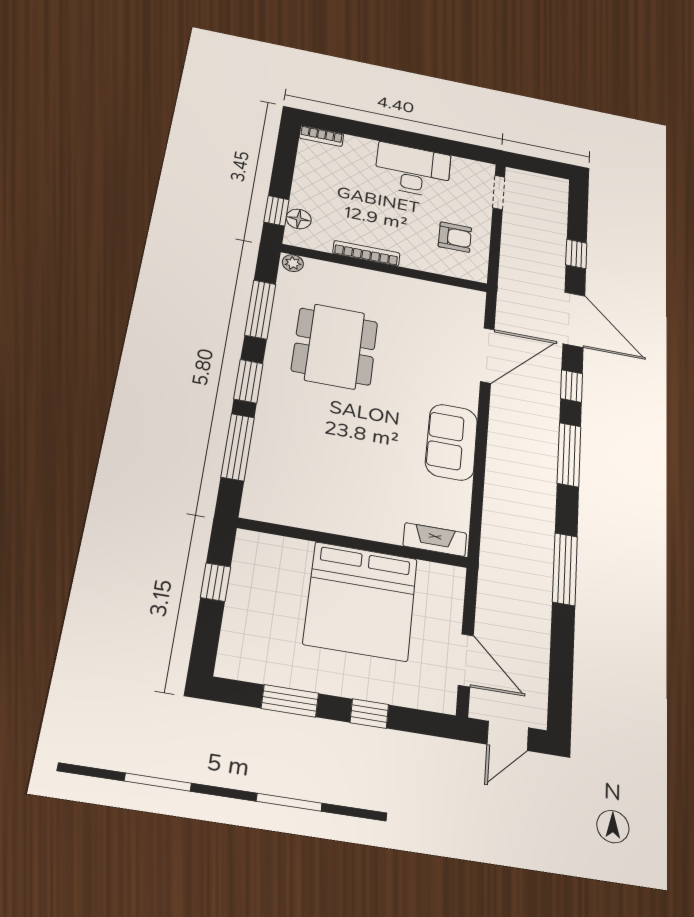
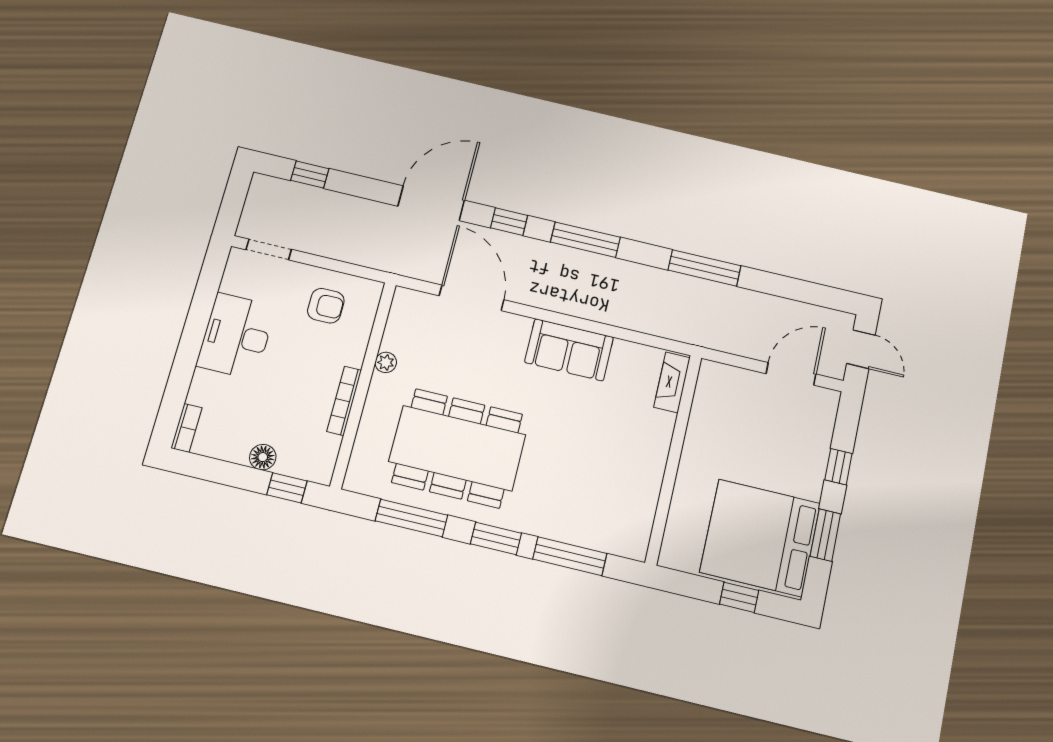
floor lamp: (299, 219) -> (263, 457), moved
armchair: (455, 237) -> (326, 306), turned 90
window: (576, 254) -> (310, 175), moved
plant: (293, 263) -> (386, 362), moved
dining table: (335, 346) -> (457, 448), width x1.36, depth x1.24
window: (216, 582) -> (739, 597), moved
bed: (361, 601) -> (760, 538), moved, turned 180

